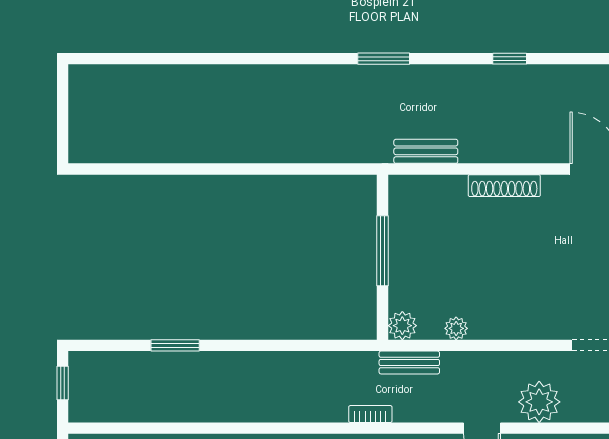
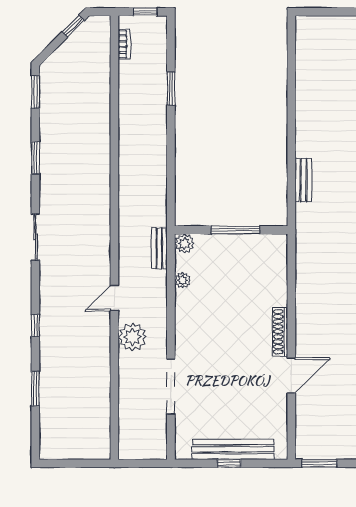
bench: (426, 151) -> (303, 180), moved
shoe rack: (504, 186) -> (280, 332), moved
bookcase: (370, 414) -> (124, 44), moved

